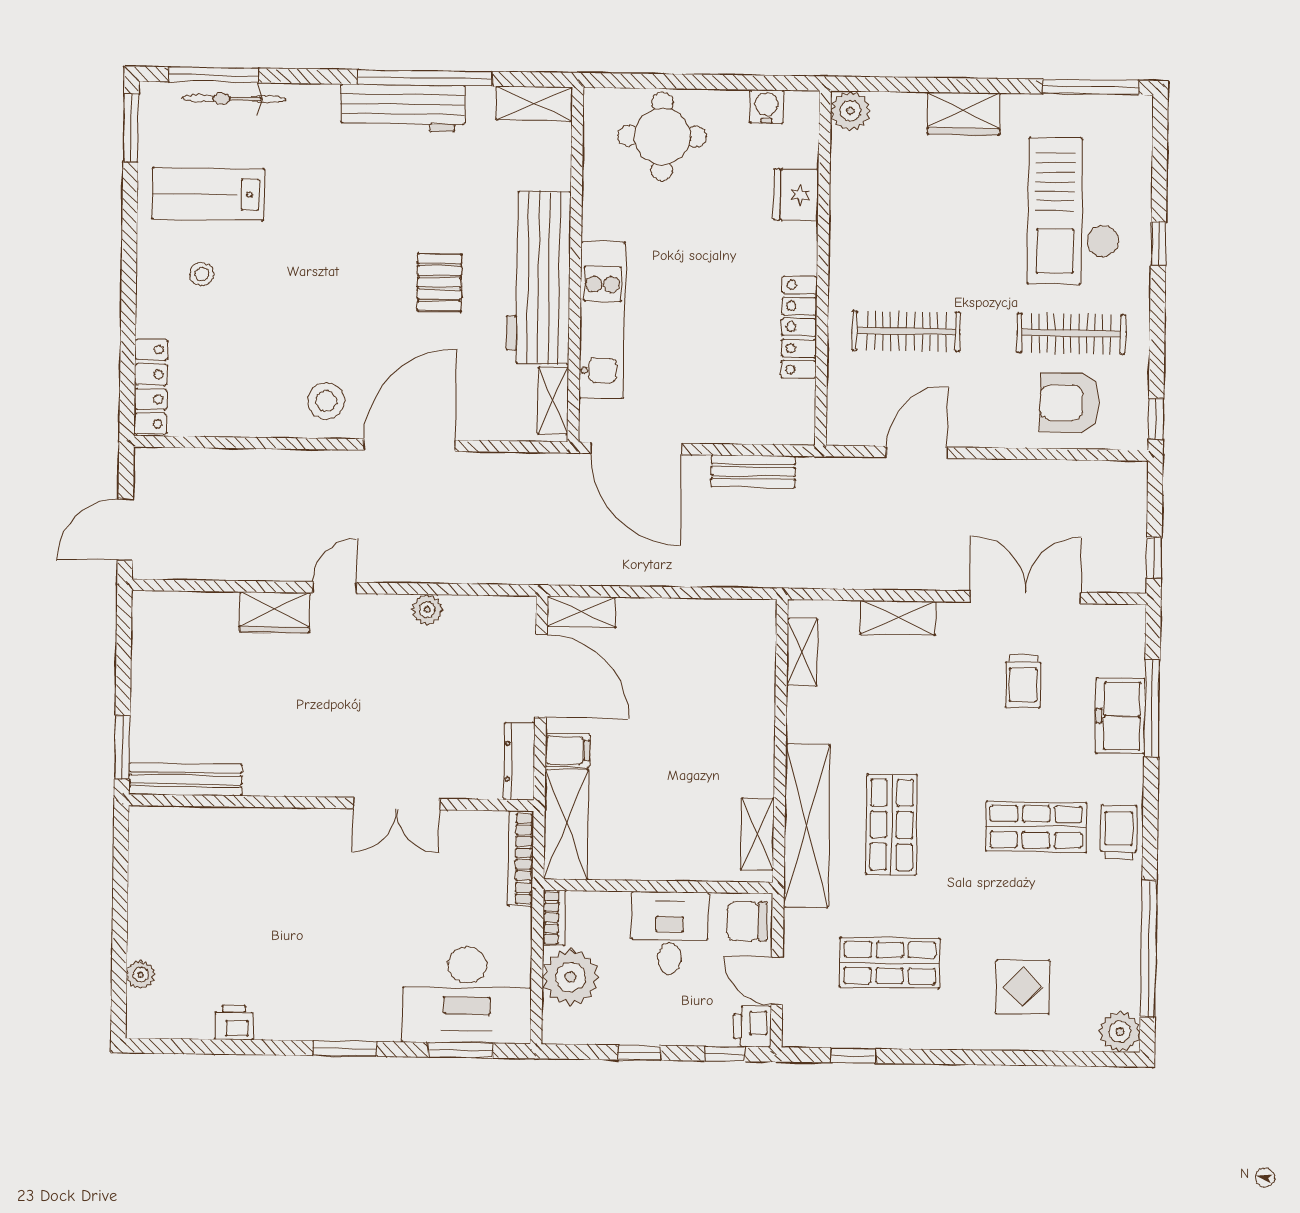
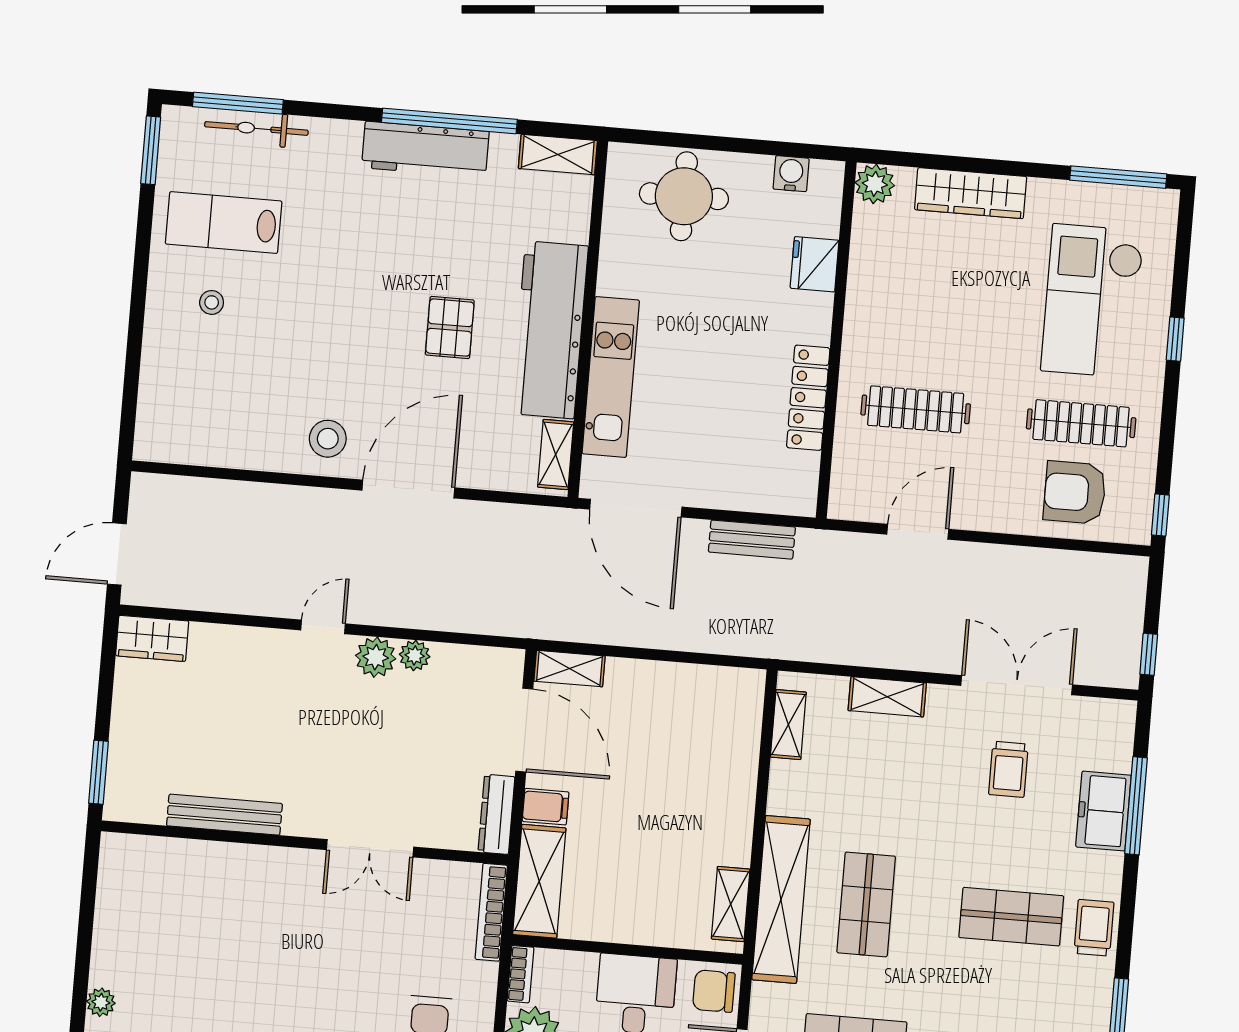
wardrobe: (964, 114) -> (971, 193), width x1.50
locker: (151, 387) -> (153, 412), removed
wardrobe: (275, 612) -> (152, 638), moved
plant: (389, 614) -> (376, 657), added
bench: (185, 779) -> (224, 815), moved

